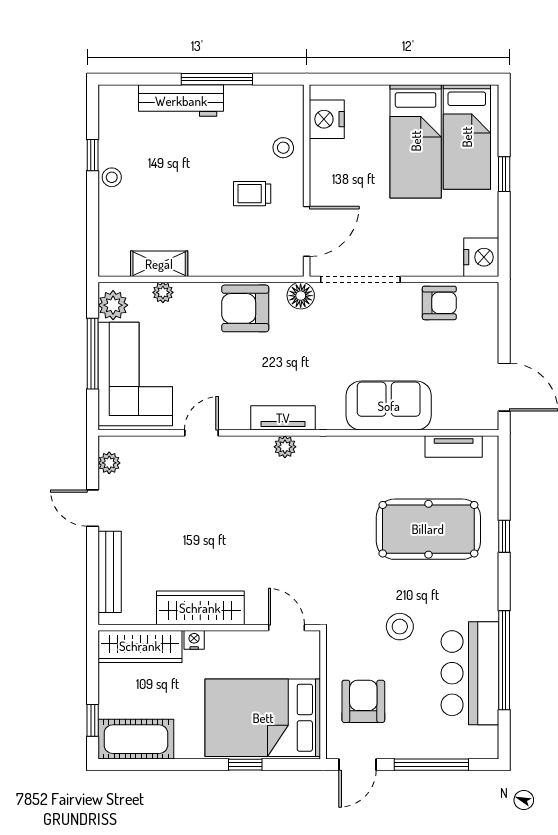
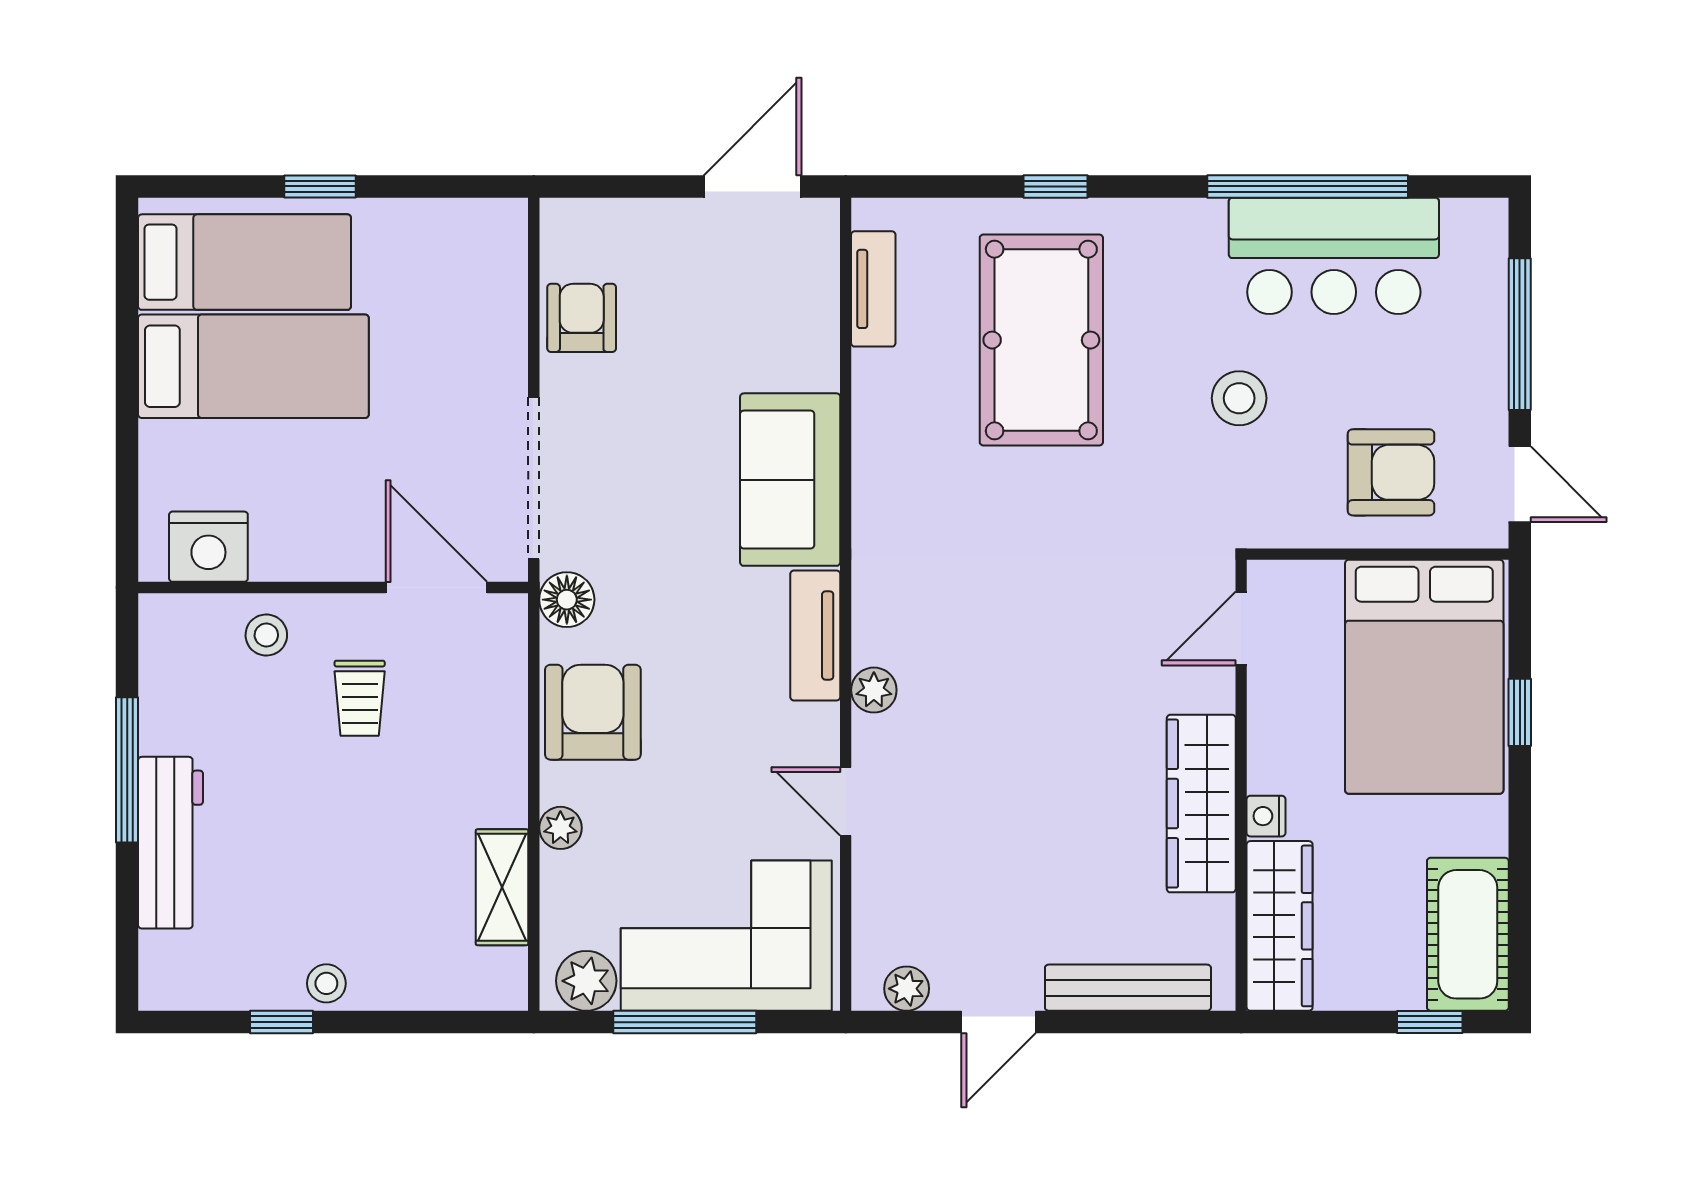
nightstand: (481, 257) -> (489, 233), removed
plant: (163, 292) -> (560, 828), moved
armchair: (245, 308) -> (593, 712), turned 180
sofa: (389, 406) -> (790, 480), moved
plant: (285, 447) -> (874, 690), moved
armchair: (363, 701) -> (1391, 472), turned 180

